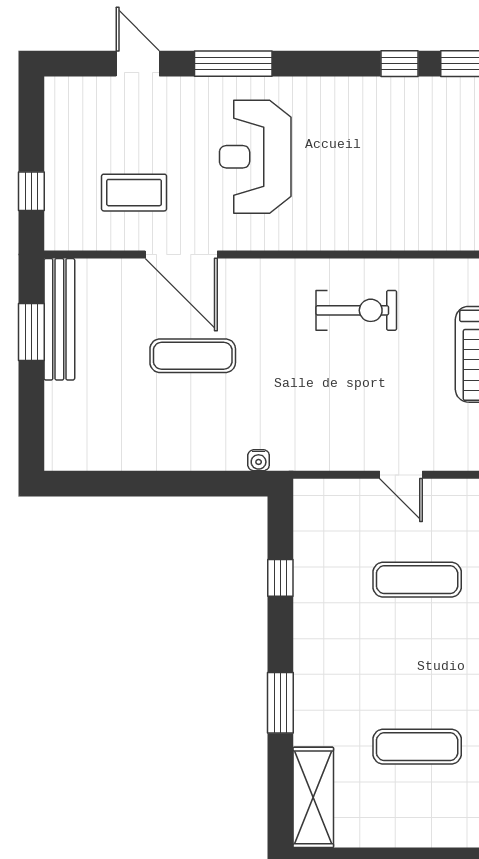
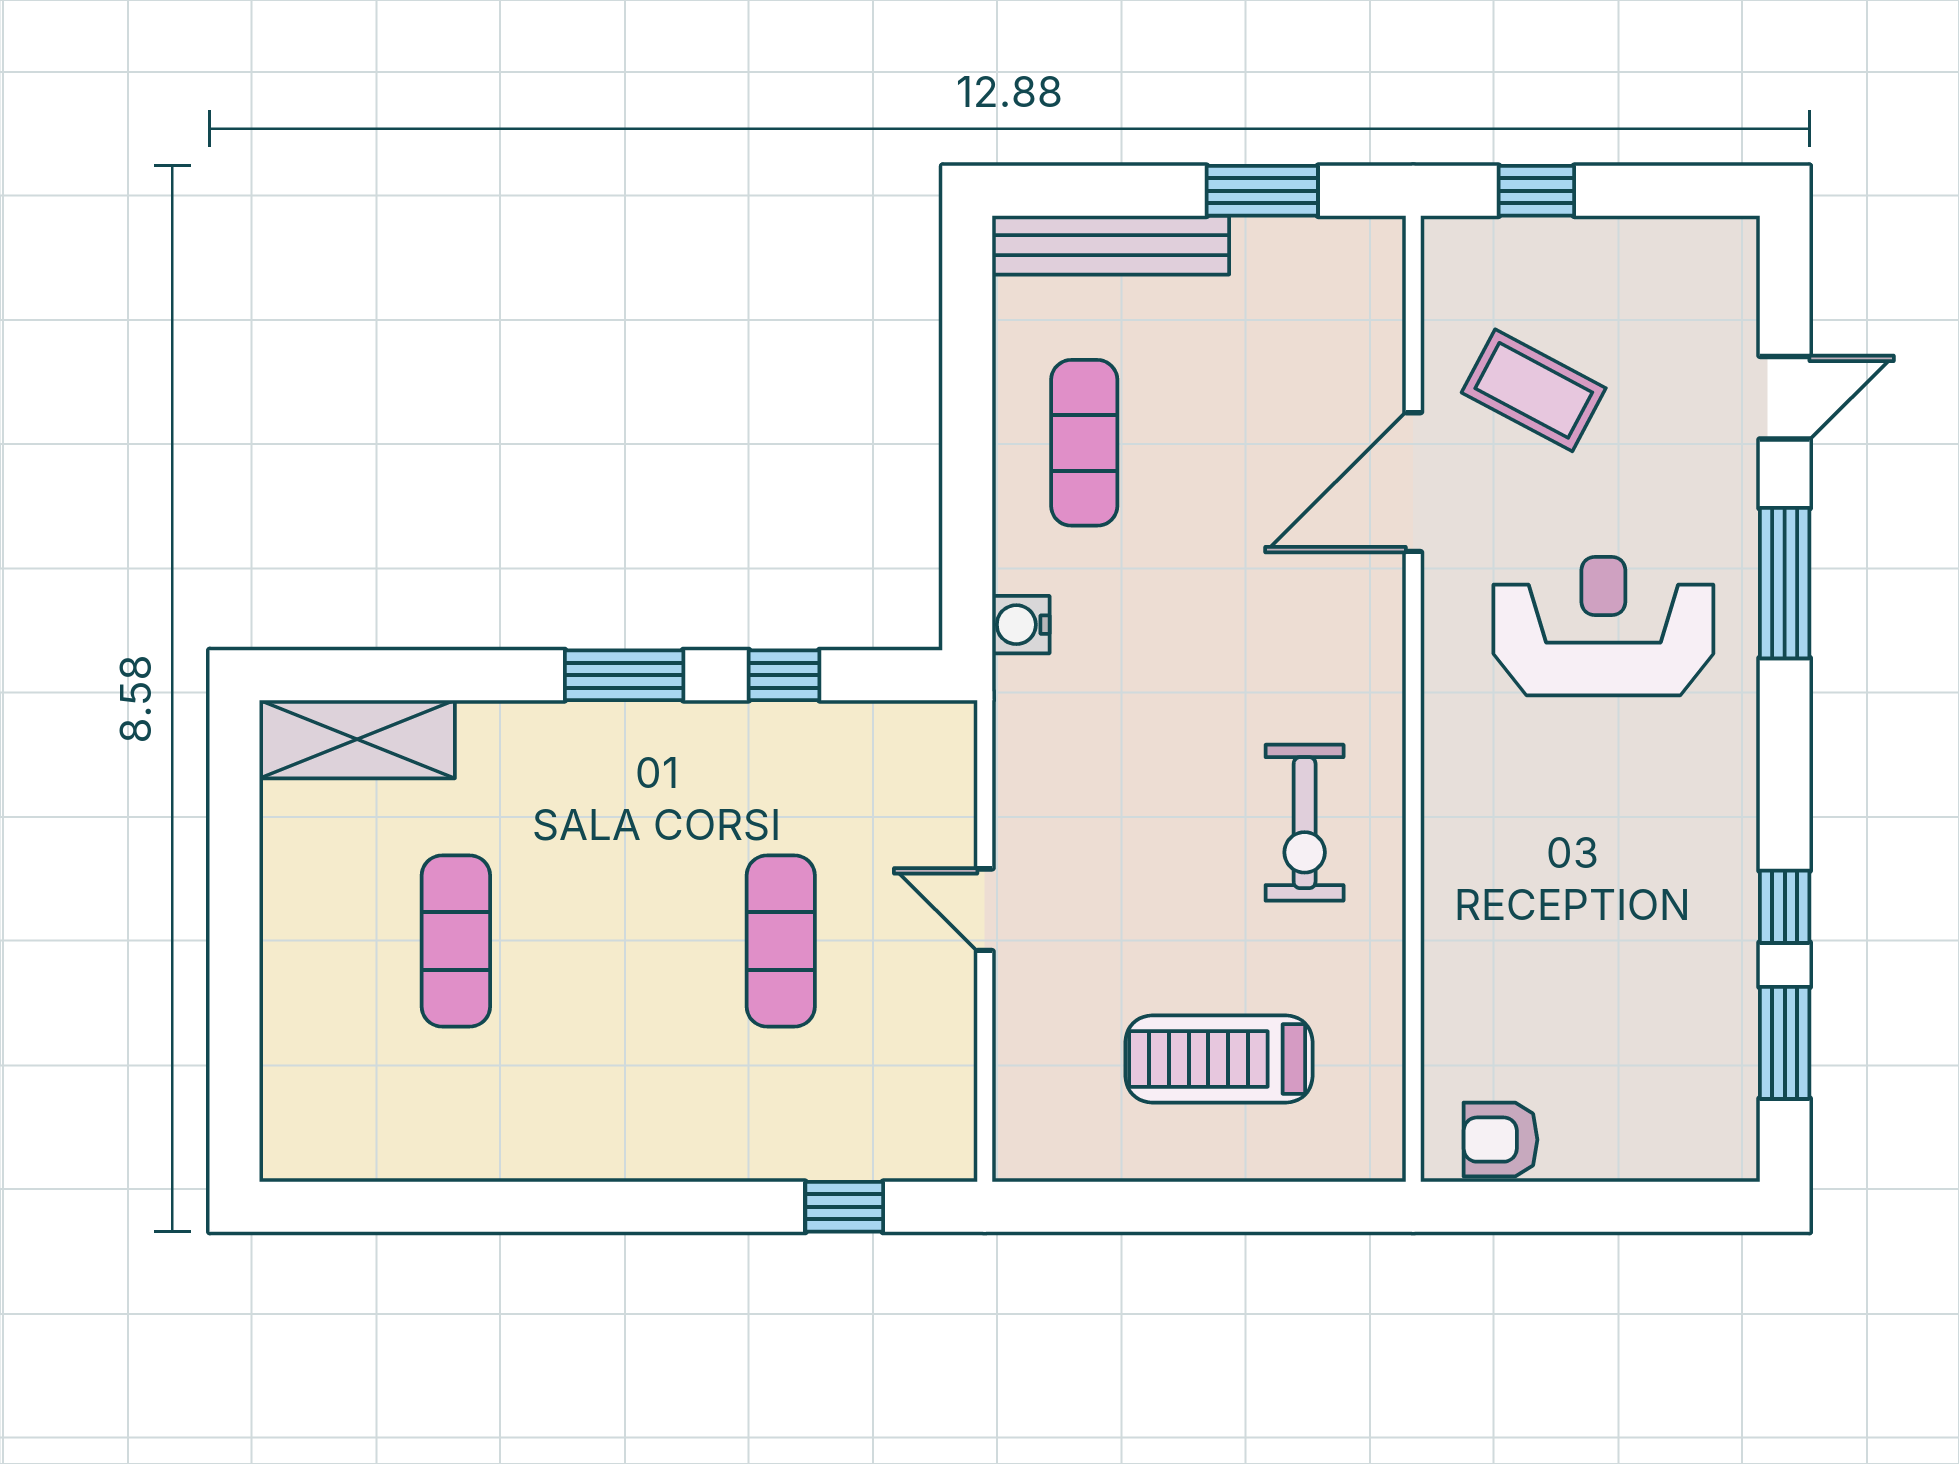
coffee table: (134, 193) -> (1534, 390), turned -62
bench: (59, 319) -> (1111, 245), moved
exercise mat: (193, 356) -> (1084, 443), moved
water cooler: (259, 460) -> (1021, 625), width x1.38, depth x1.38
door: (401, 475) -> (985, 910), hinge flipped
window: (280, 703) -> (624, 675), moved

